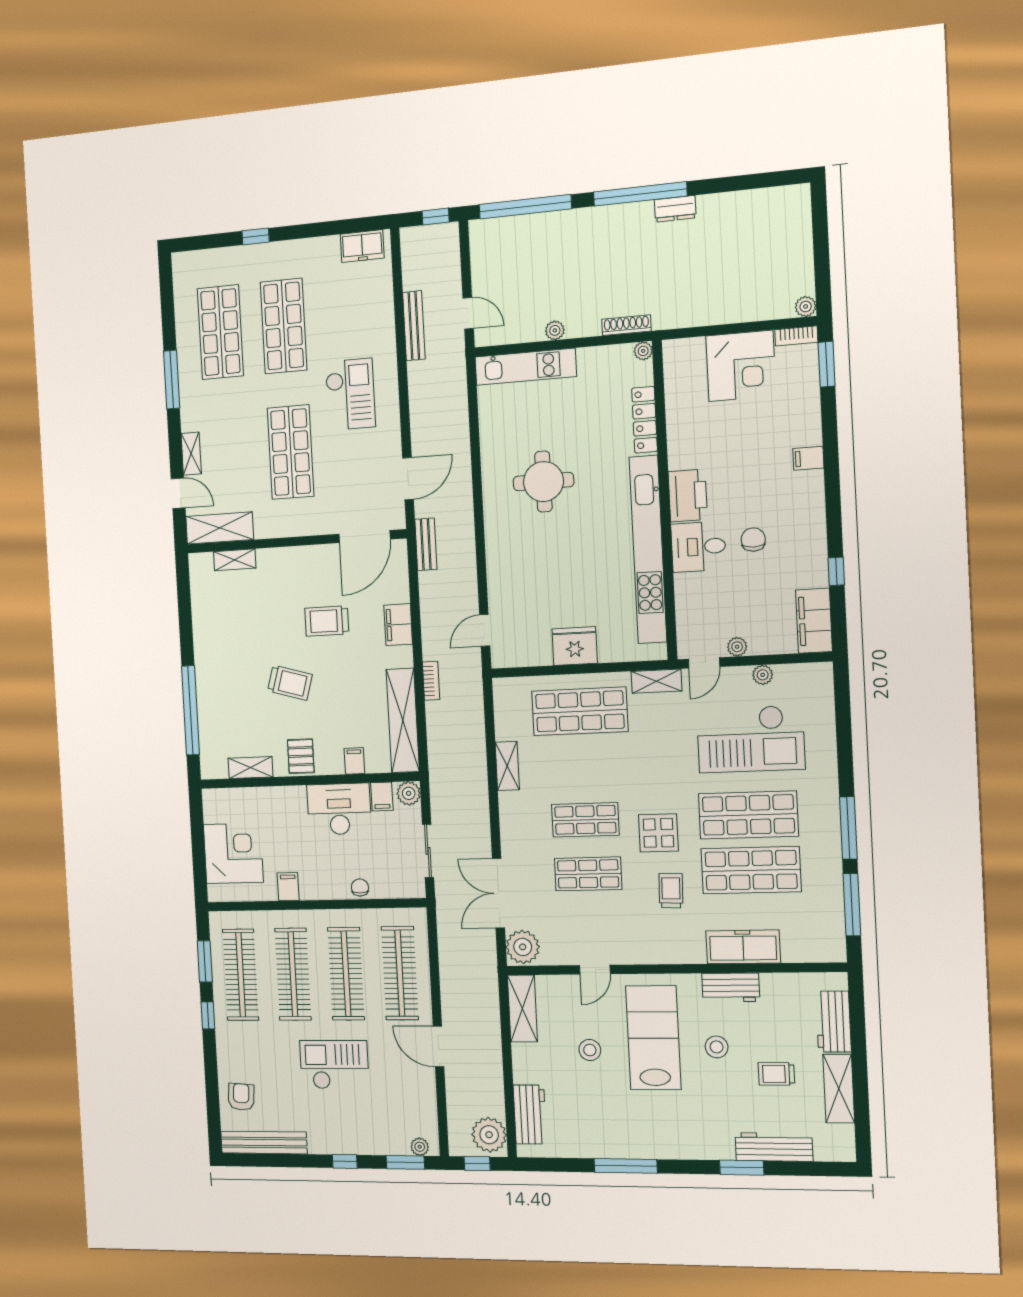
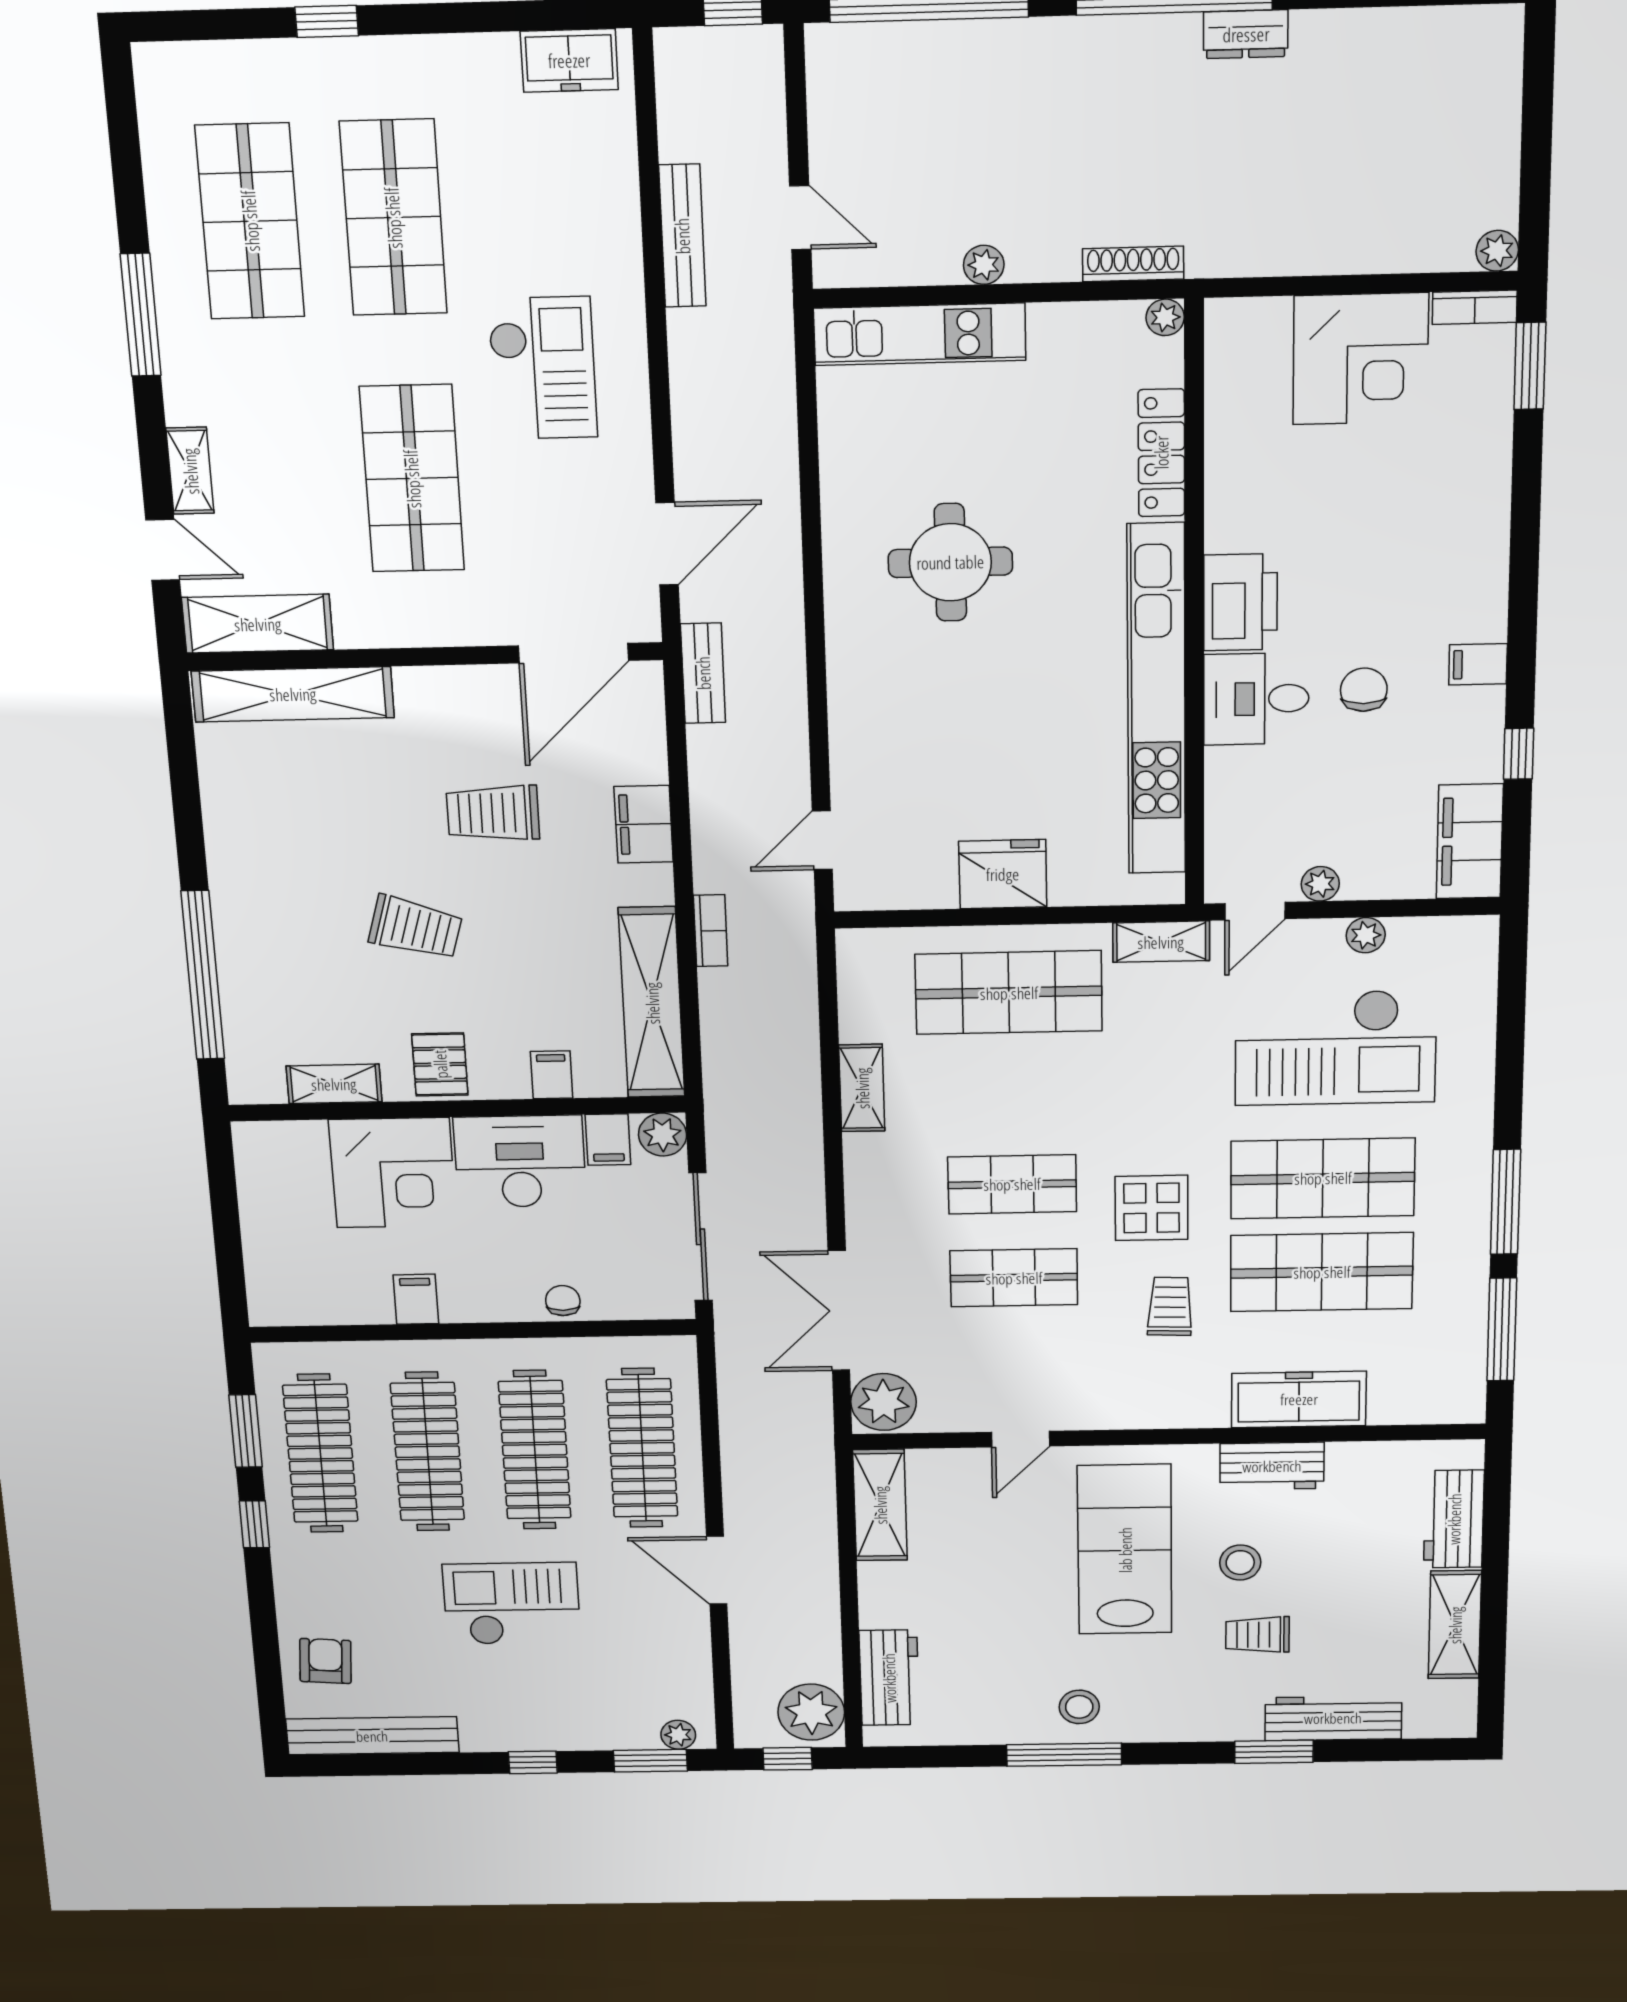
filing cabinet: (808, 458) -> (1478, 664), moved
shelving: (235, 560) -> (293, 694), width x2.20, depth x1.33
sliding door: (428, 851) -> (701, 1237), width x1.37
corner desk: (233, 853) -> (393, 1173), moved, turned 90
stool: (590, 1050) -> (1079, 1707), moved
trolley: (776, 1074) -> (1258, 1635), moved

